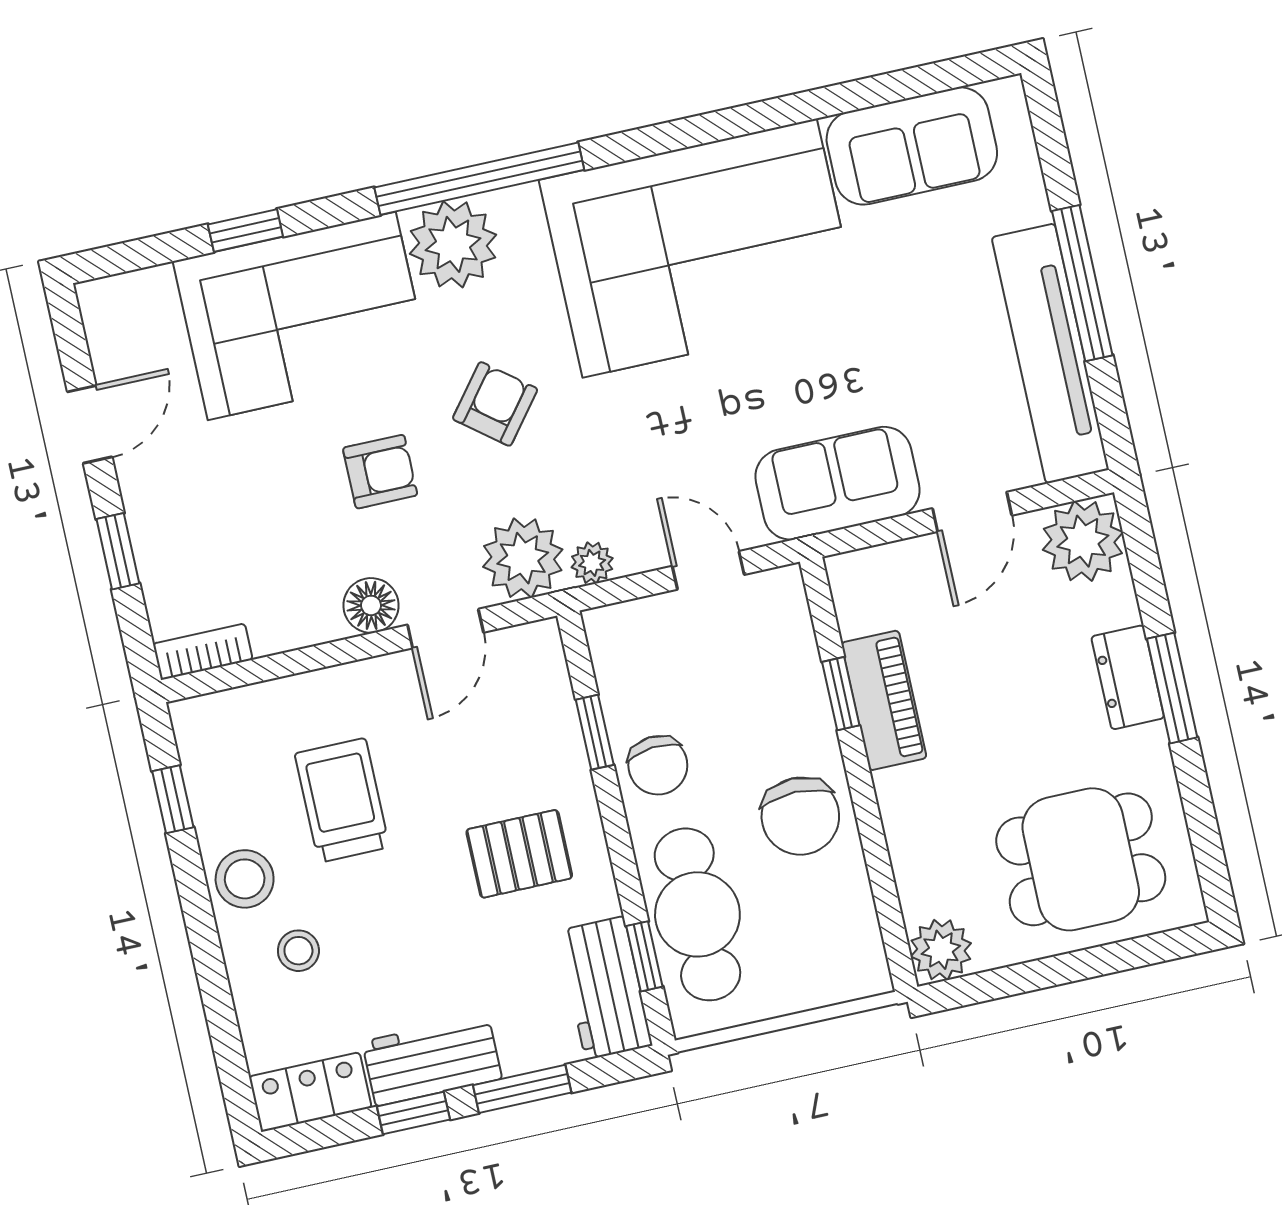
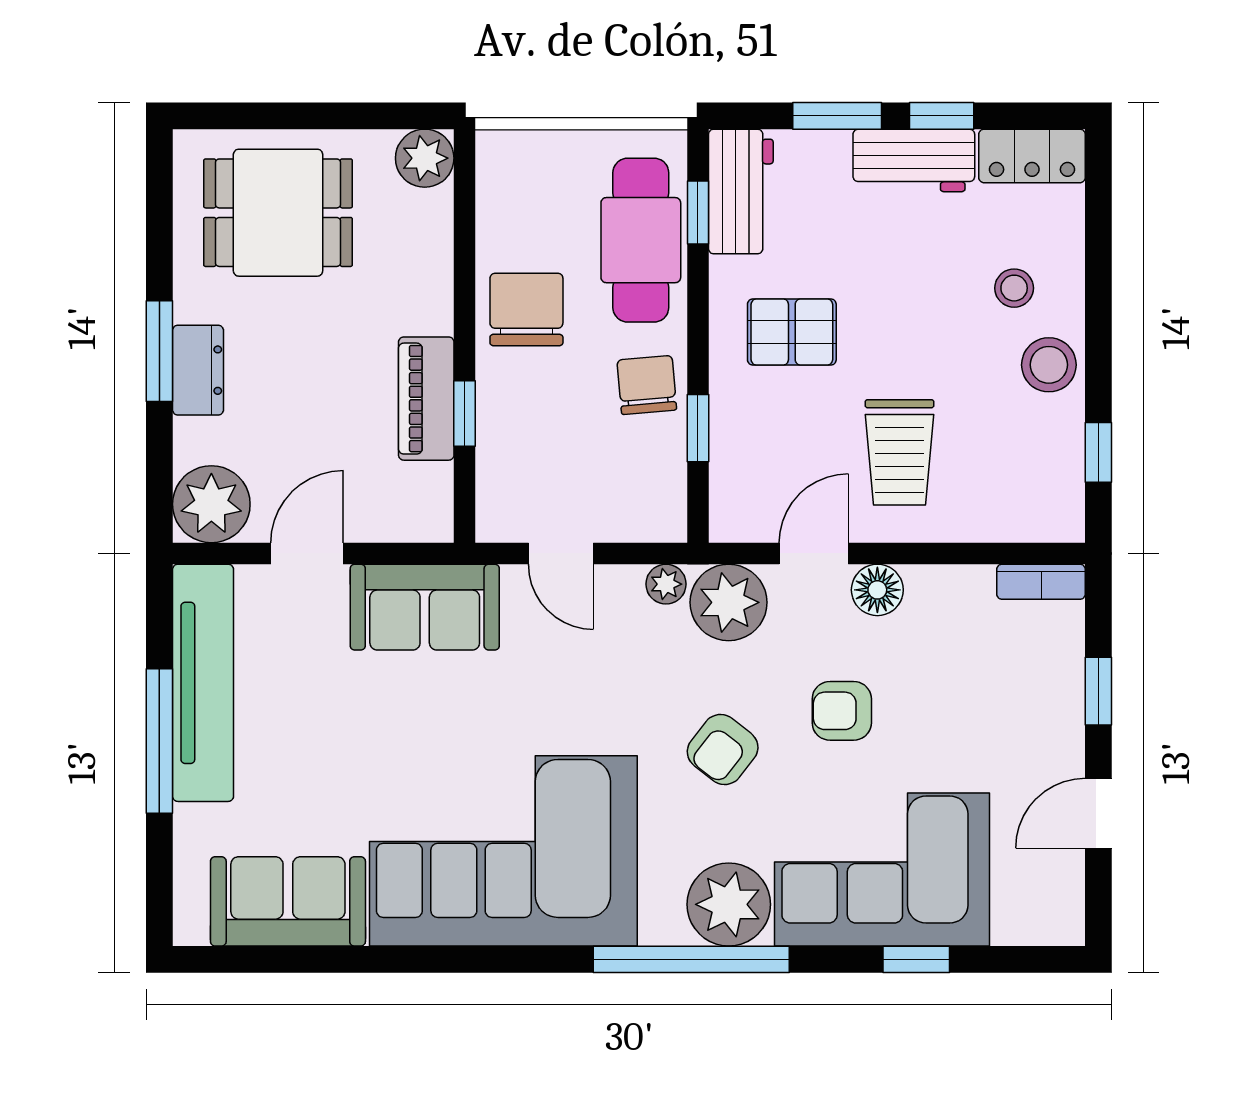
trolley: (342, 800) -> (899, 452), moved

